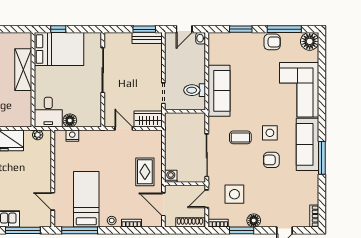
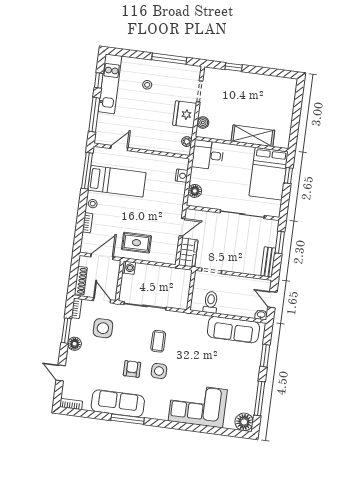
window: (144, 29) -> (280, 242), moved
armchair: (272, 42) -> (248, 385), removed
sofa: (219, 91) -> (233, 330), moved
floor lamp: (70, 120) -> (195, 191), moved
boiler: (17, 121) -> (203, 123), added
sofa: (308, 144) -> (118, 403), moved

